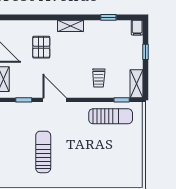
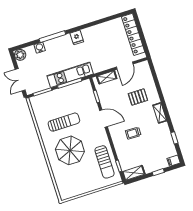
trolley: (99, 78) -> (133, 133), moved
door: (55, 100) -> (104, 118), hinge flipped
parasol: (82, 156) -> (70, 150), added

